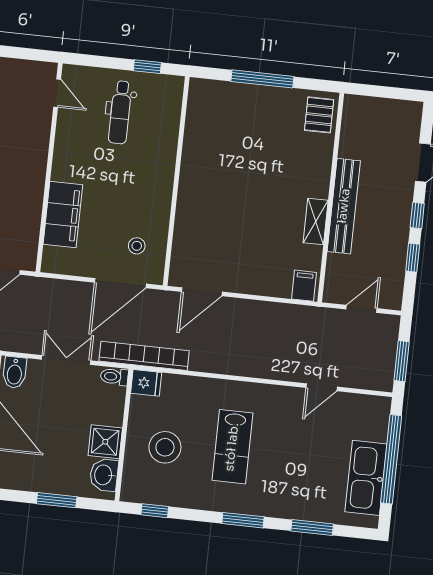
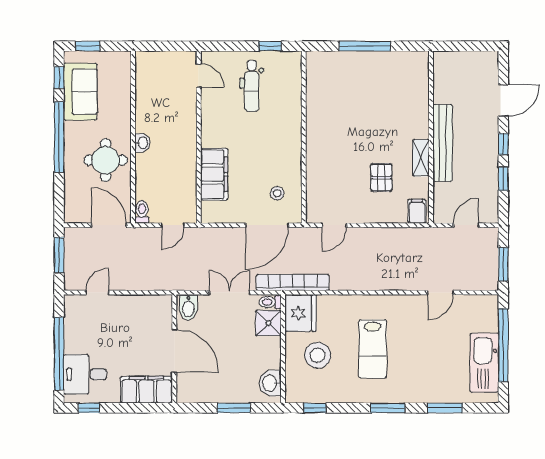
pallet: (319, 115) -> (381, 177), moved
door: (202, 292) -> (334, 225), width x0.73
fridge: (146, 383) -> (301, 313), width x1.88, depth x1.34
shower: (105, 442) -> (268, 323), moved

